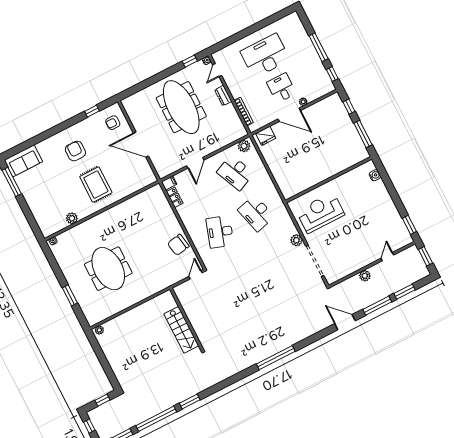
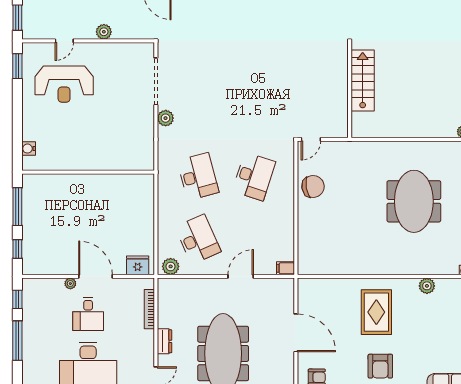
locker: (175, 197) -> (288, 247), removed
reception desk: (320, 213) -> (64, 84), moved

